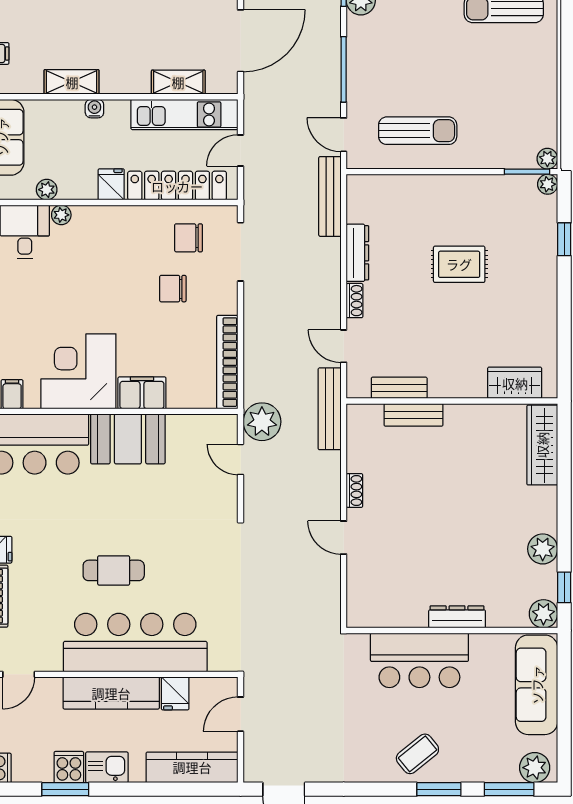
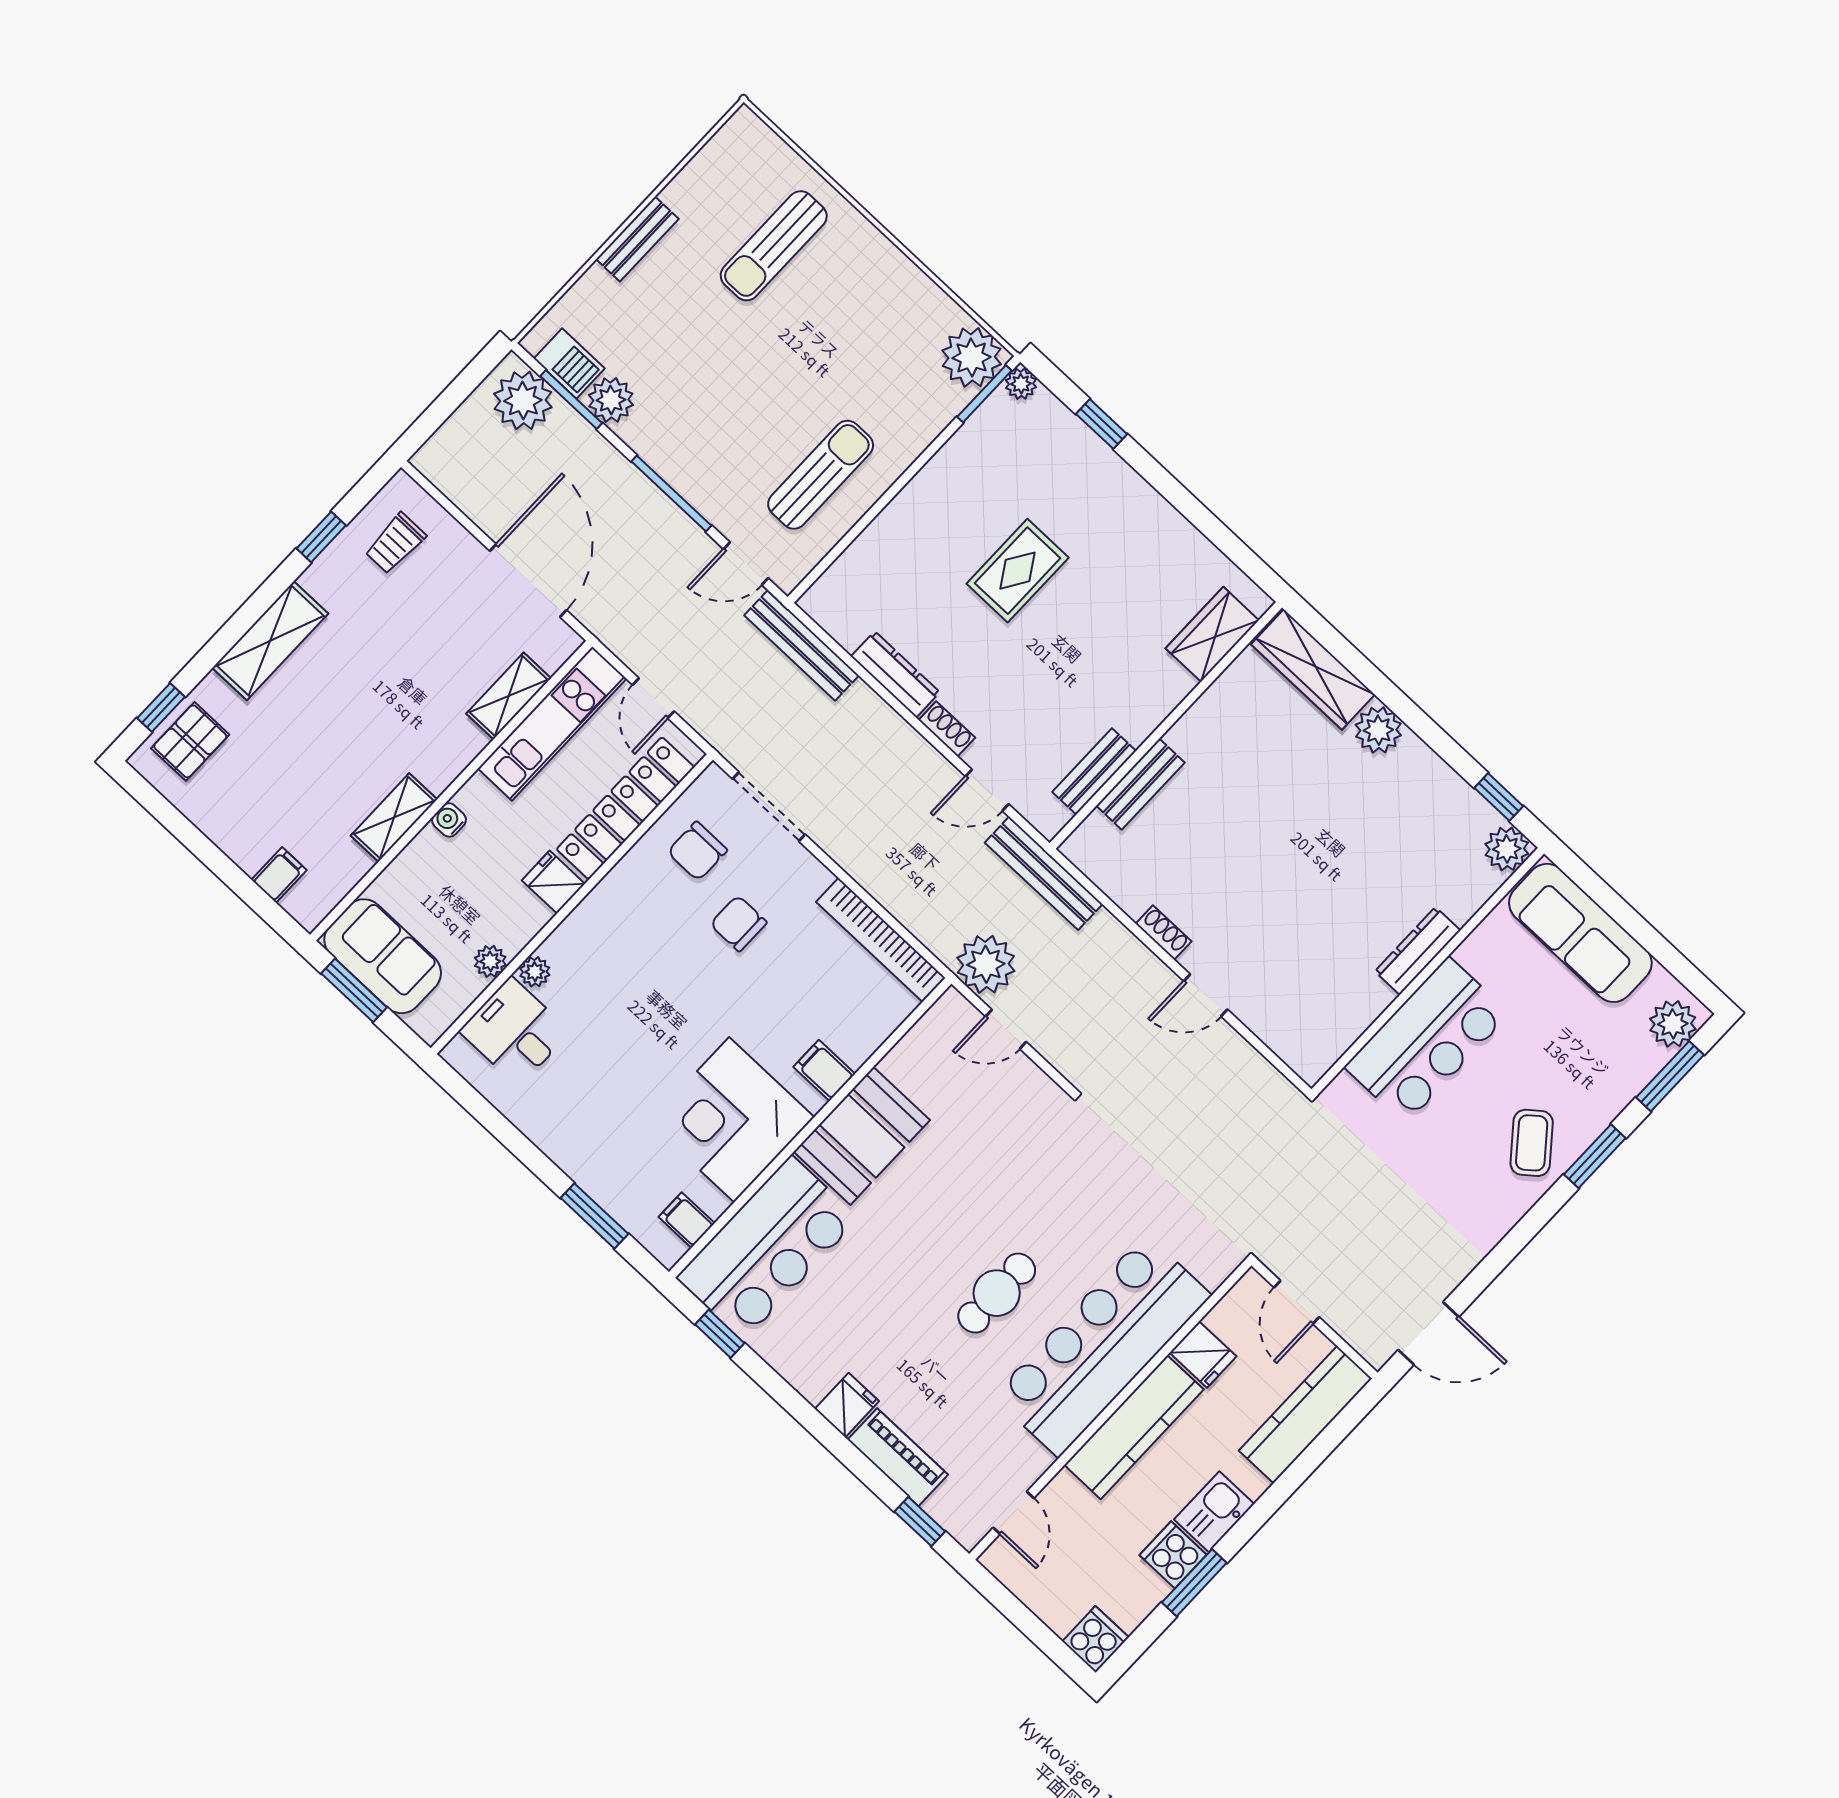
plant: (547, 159) -> (972, 357), width x1.88, depth x1.88
chair: (173, 289) -> (738, 923), turned 90
filing cabinet: (142, 393) -> (824, 1070), width x0.50
plant: (543, 549) -> (1378, 730), moved

